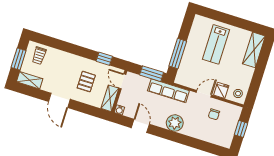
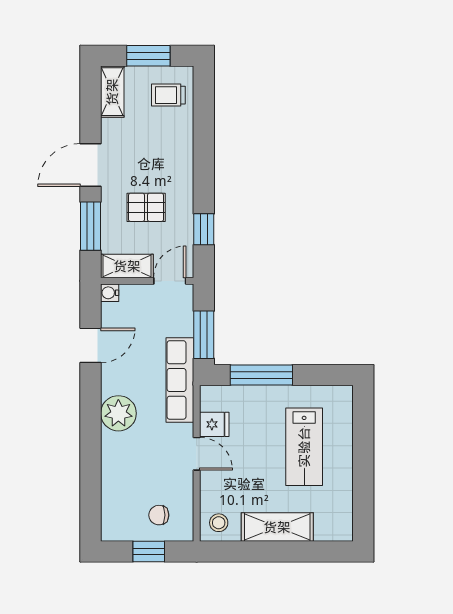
lab bench: (216, 44) -> (304, 447), turned -90
shelving: (254, 50) -> (277, 527), moved
fridge: (221, 90) -> (214, 424), moved
window: (87, 109) -> (91, 226), added
chair: (214, 114) -> (159, 515), moved

